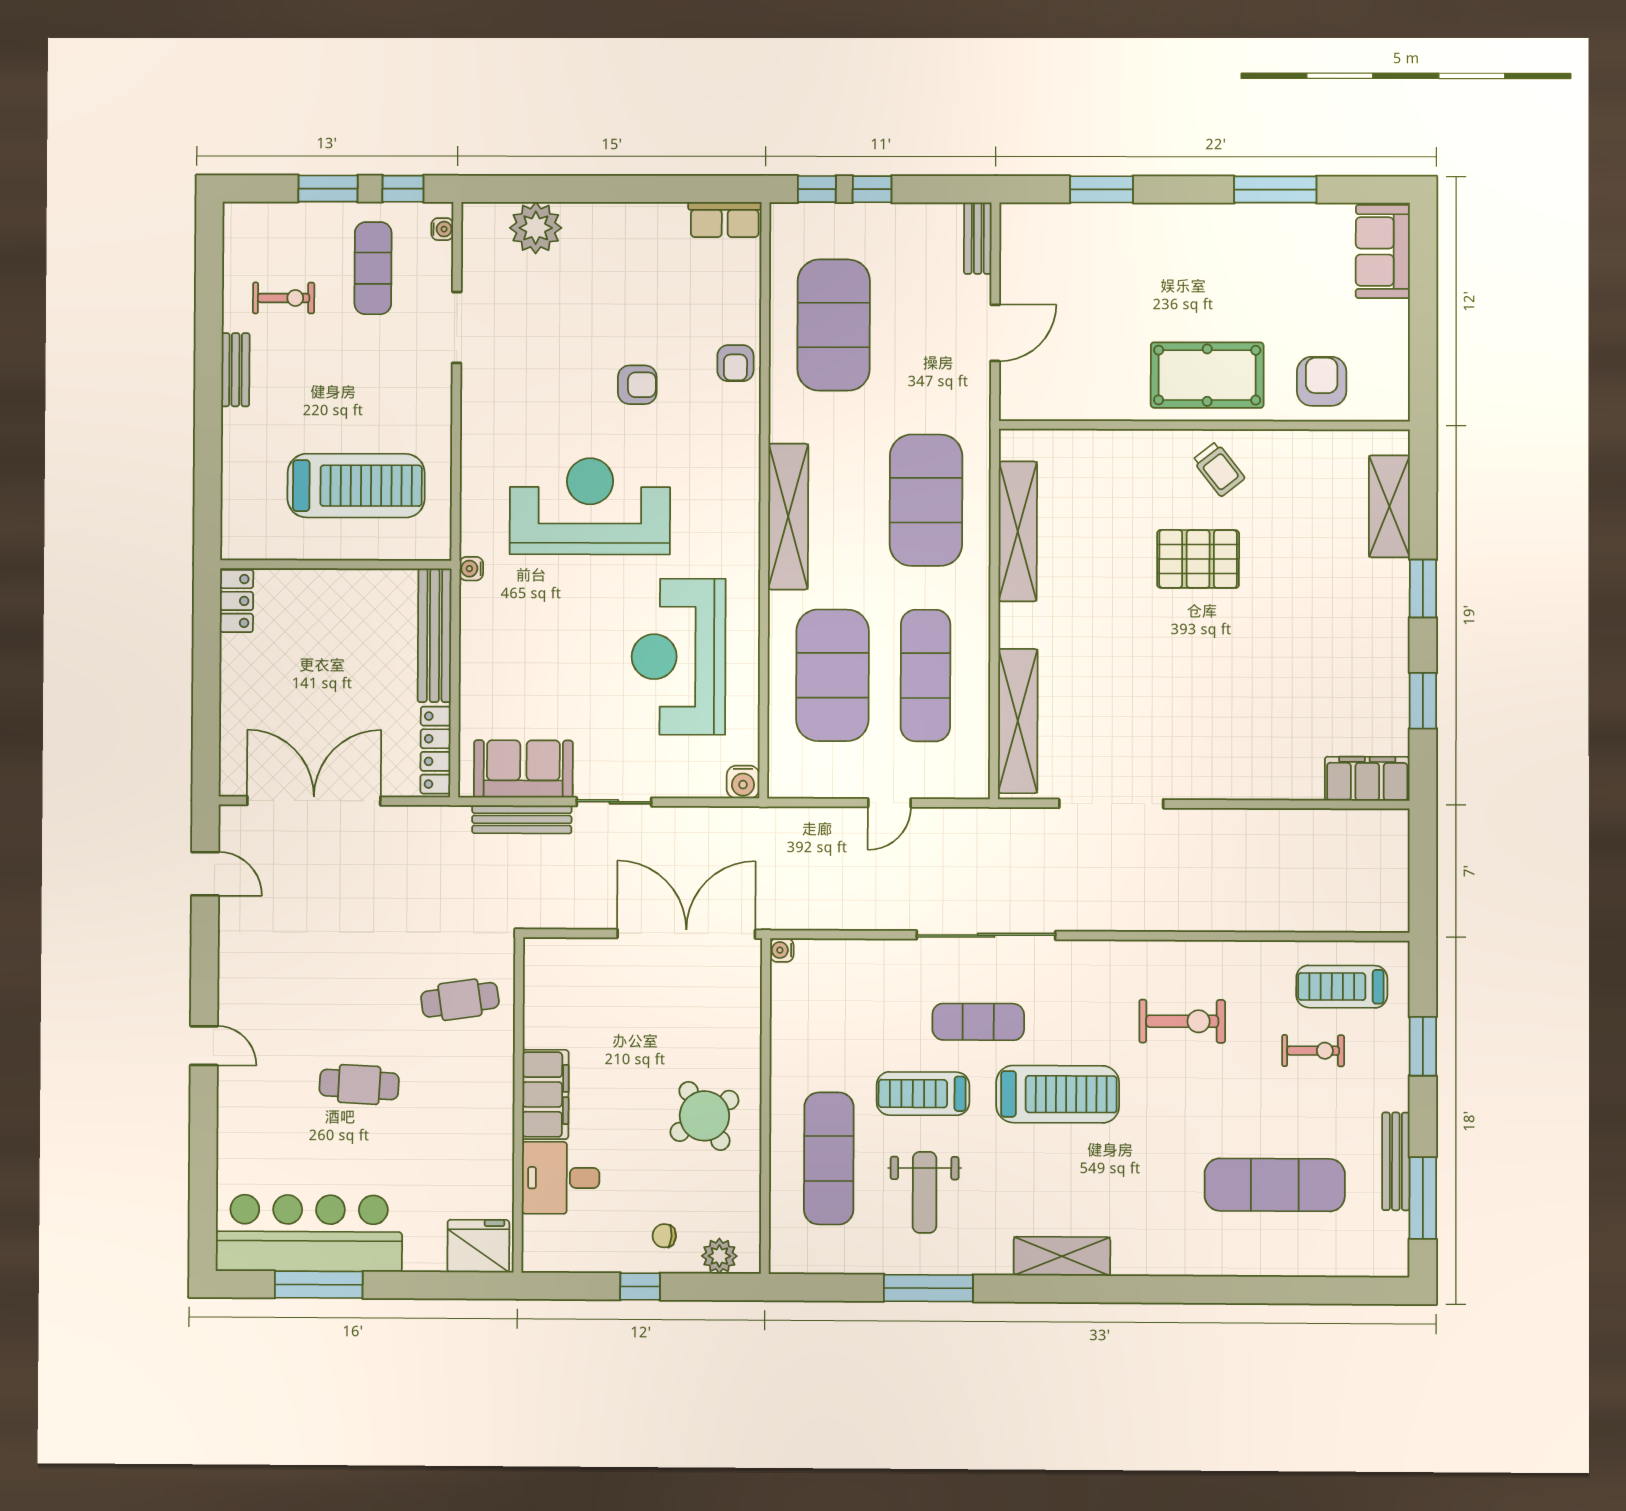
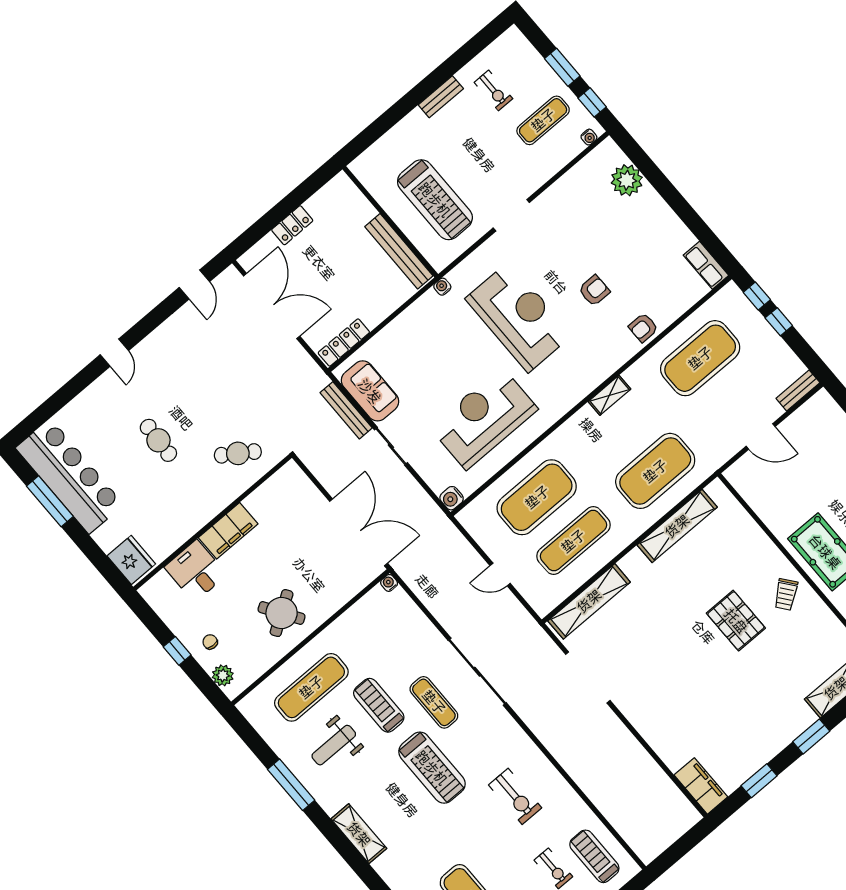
doorway: (457, 327) -> (511, 215), moved
armchair: (637, 385) -> (594, 290), turned -90
shelving: (788, 517) -> (609, 395), width x0.45, depth x0.75
locker: (237, 601) -> (292, 225), moved
bench: (435, 635) -> (399, 251), moved, turned 90
cafe table: (460, 1000) -> (238, 453), turned -48

